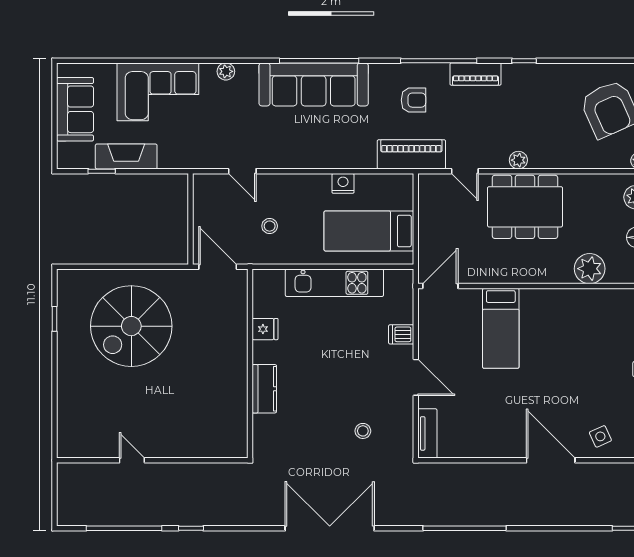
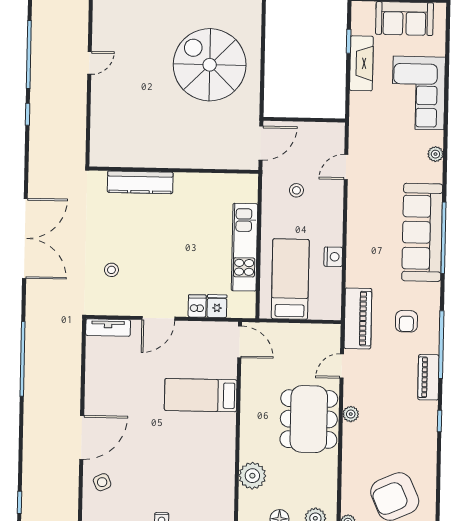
fridge: (265, 329) -> (217, 306), moved, turned 180
kitchen counter: (264, 389) -> (140, 182), width x1.50

